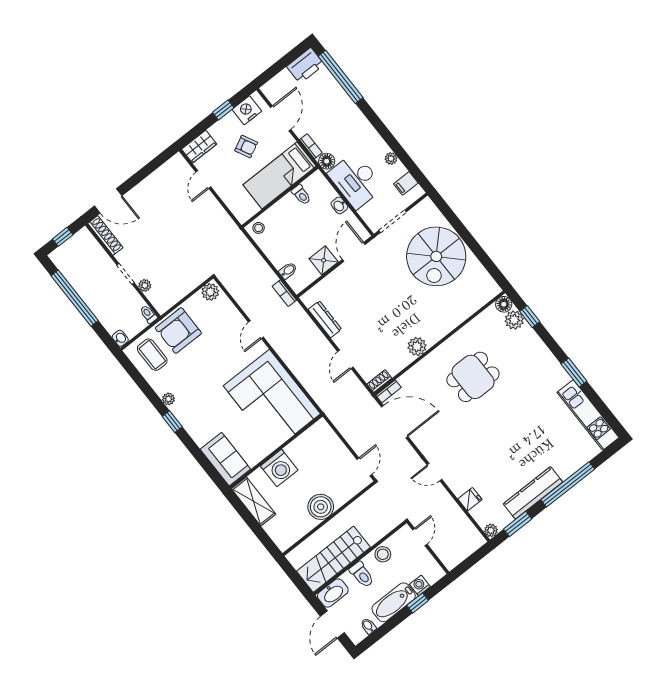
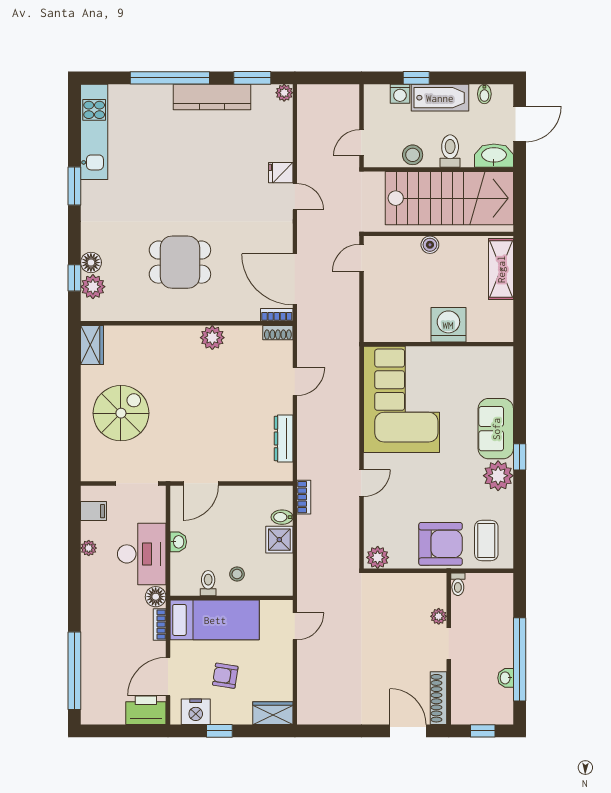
printer: (305, 65) -> (146, 710), moved
armchair: (246, 147) -> (225, 676), turned -54
door: (203, 180) -> (295, 626), moved
stool: (259, 228) -> (237, 574), moved
spiral stairs: (436, 256) -> (121, 413), width x0.73, depth x0.73
shower: (324, 260) -> (279, 540), moved
wardrobe: (487, 284) -> (92, 345), added
floor lamp: (504, 304) -> (91, 263), moved
washbasin: (120, 338) -> (506, 678), moved
plant: (168, 399) -> (498, 476), width x1.88, depth x1.88
sofa: (225, 459) -> (496, 429), moved
fridge: (470, 499) -> (281, 173), moved
shelving: (254, 501) -> (501, 269), moved
boiler: (321, 507) -> (430, 245), width x0.54, depth x0.54
stairs: (333, 559) -> (449, 198), width x1.36, depth x1.51

